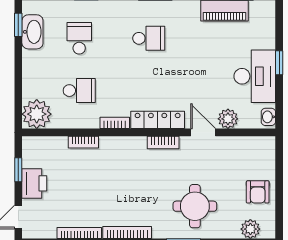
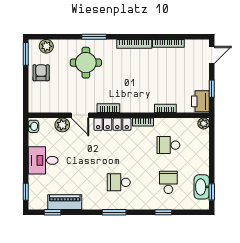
school desk: (79, 38) -> (168, 182), turned 180
window: (279, 63) -> (26, 192), moved
desk: (255, 76) -> (43, 160), width x0.73
plant: (37, 114) -> (204, 123), width x0.53, depth x0.53
printer: (34, 183) -> (200, 101), moved
window: (279, 218) -> (26, 54), added

